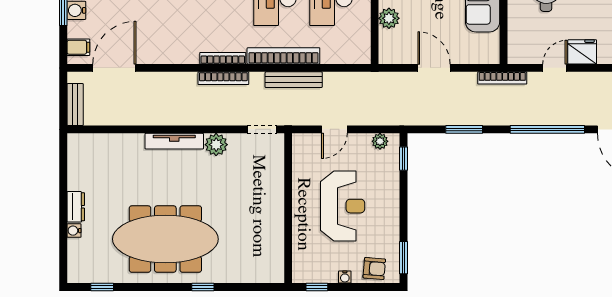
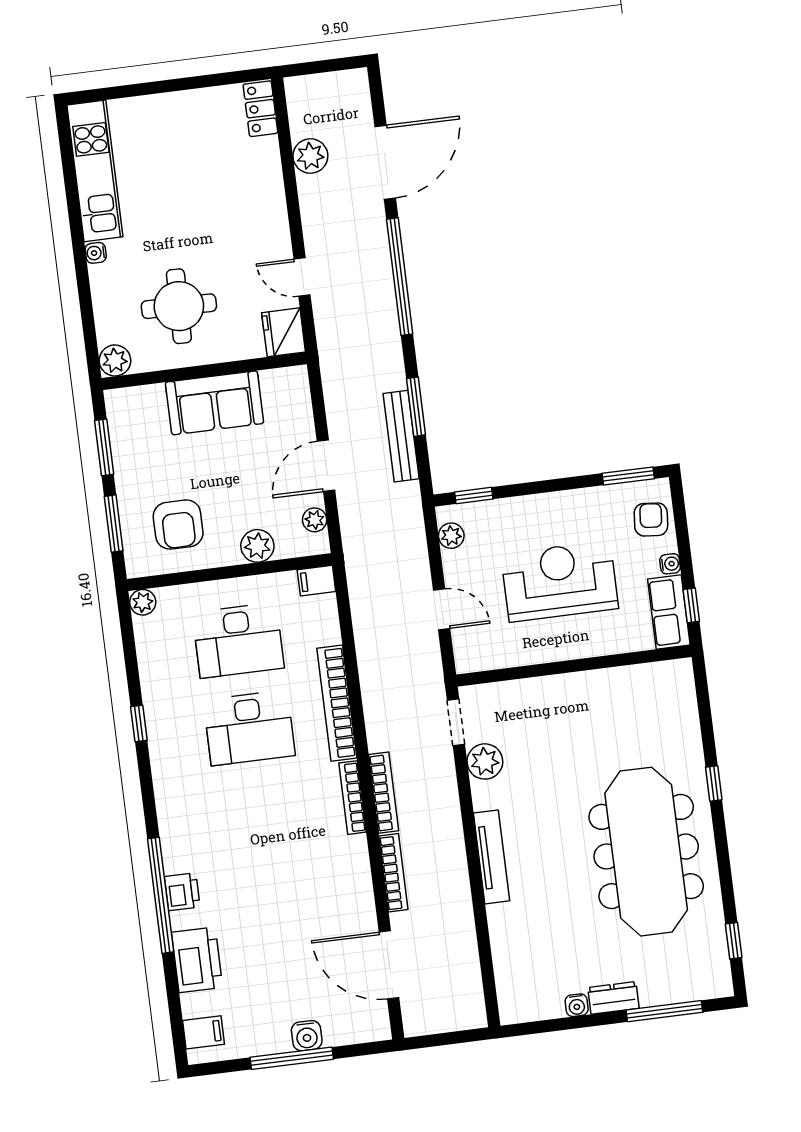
filing cabinet: (78, 47) -> (316, 581), moved, turned -90
fridge: (582, 52) -> (284, 332), moved
plant: (401, 56) -> (315, 520), added
bookcase: (502, 78) -> (393, 873), moved
bench: (294, 80) -> (401, 436), moved
bench: (75, 105) -> (454, 1019), removed
plant: (216, 145) -> (485, 761), moved
water cooler: (74, 231) -> (577, 1005), moved
window: (63, 238) -> (664, 1011), added
row of seats: (315, 272) -> (669, 612), added

